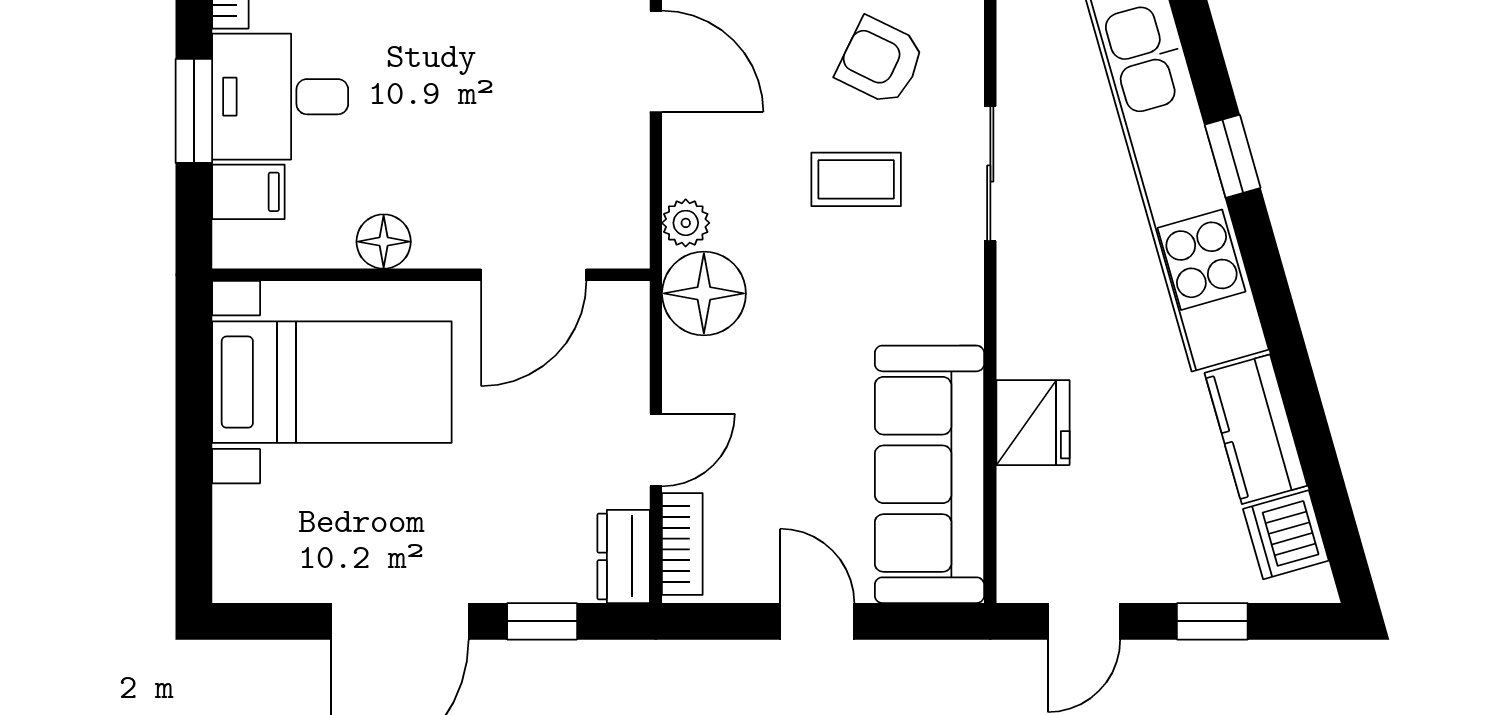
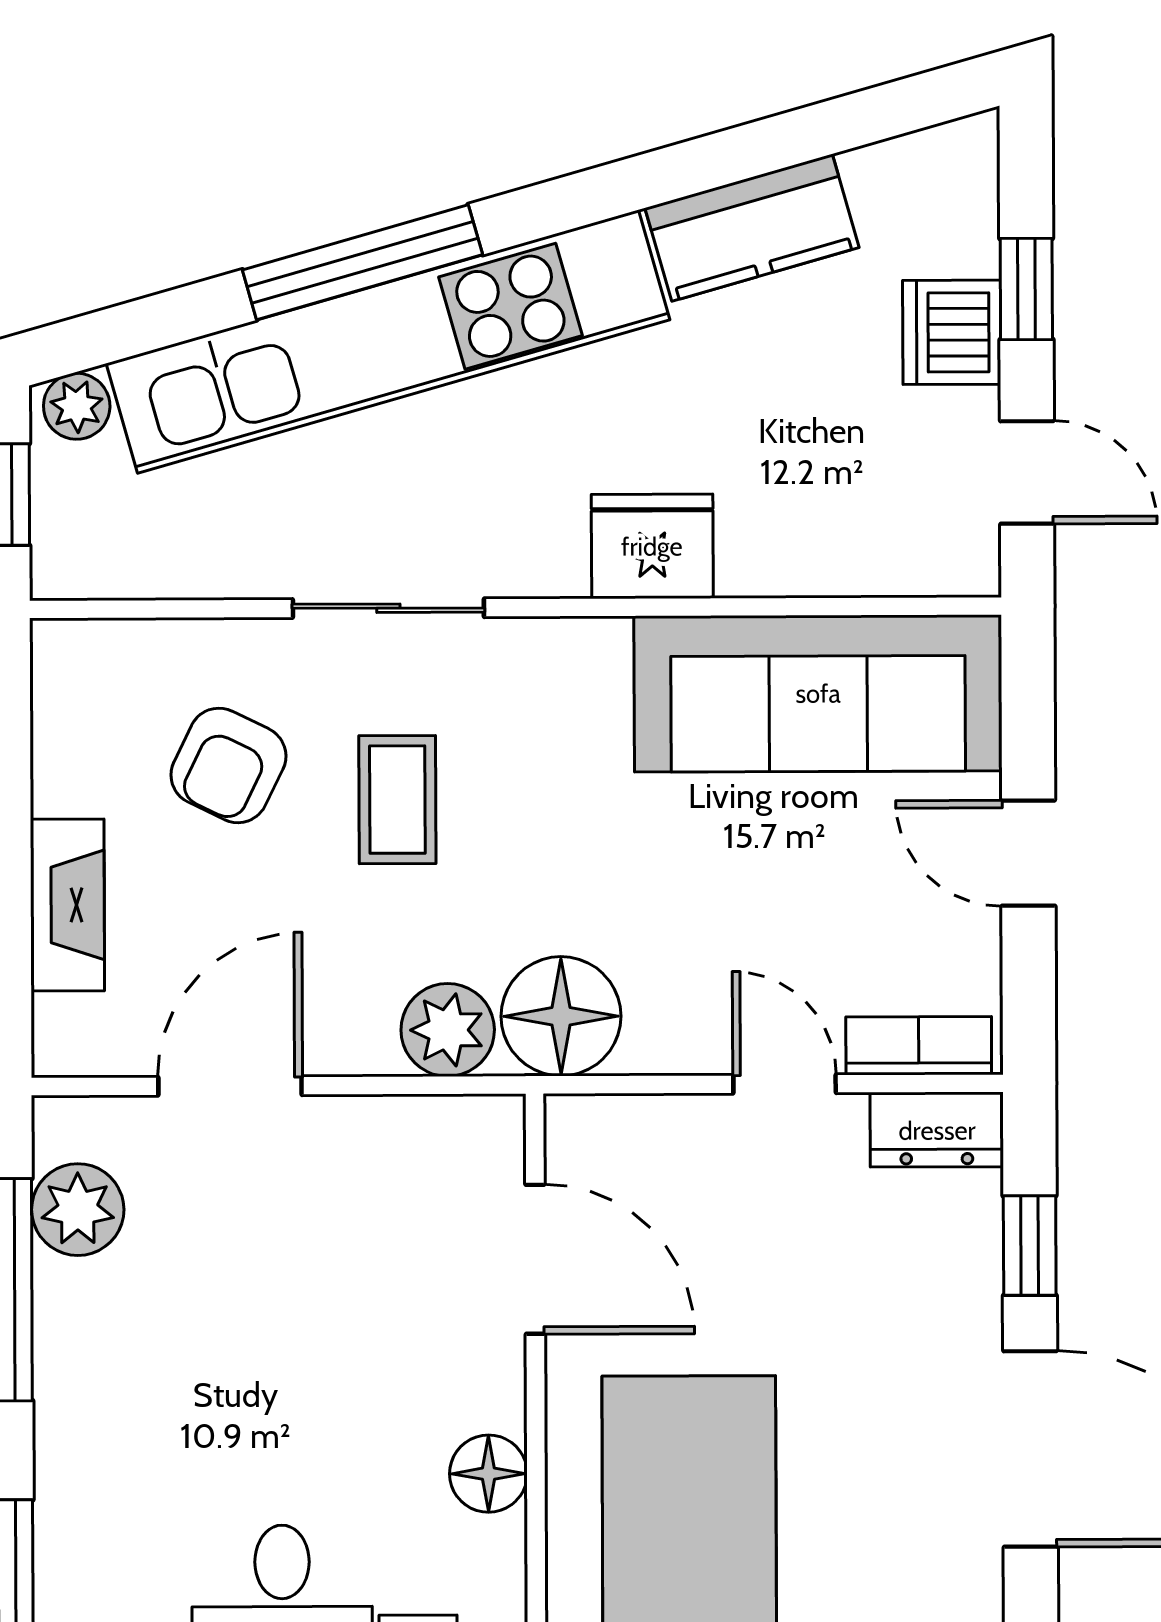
window: (1233, 156) -> (362, 262), width x2.17
plant: (686, 223) -> (448, 1030), width x1.38, depth x1.38
fridge: (1033, 423) -> (652, 546), moved
dishwasher: (1286, 535) -> (952, 332), moved, turned 106
door: (817, 621) -> (1028, 853), hinge flipped

